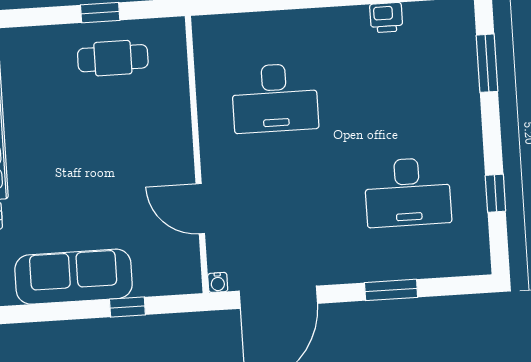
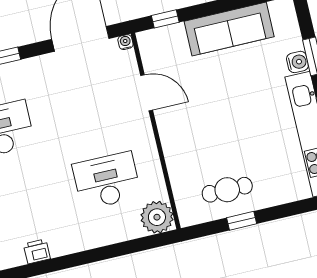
plant: (215, 37) -> (157, 217), added
window: (127, 307) -> (165, 19), moved

